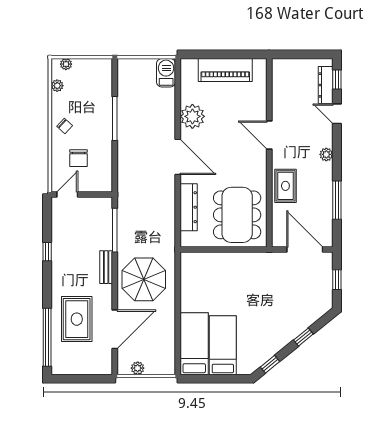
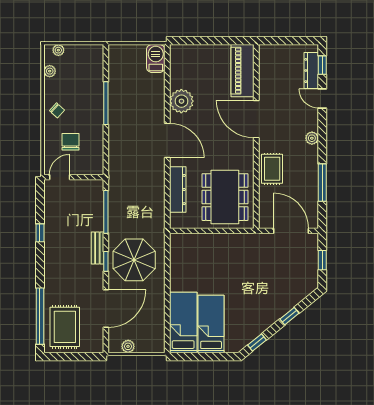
piano: (225, 70) -> (243, 71), moved, turned 90
door: (269, 135) -> (256, 119), width x1.36
chair: (79, 158) -> (71, 142), turned 180
window: (115, 281) -> (106, 261), added
rug: (77, 319) -> (65, 327), moved

